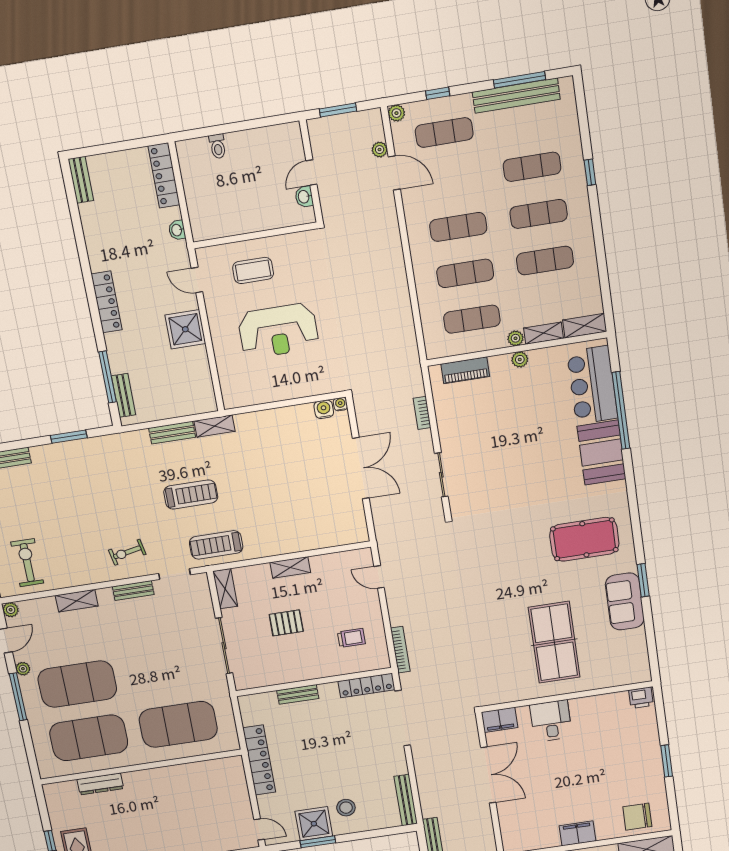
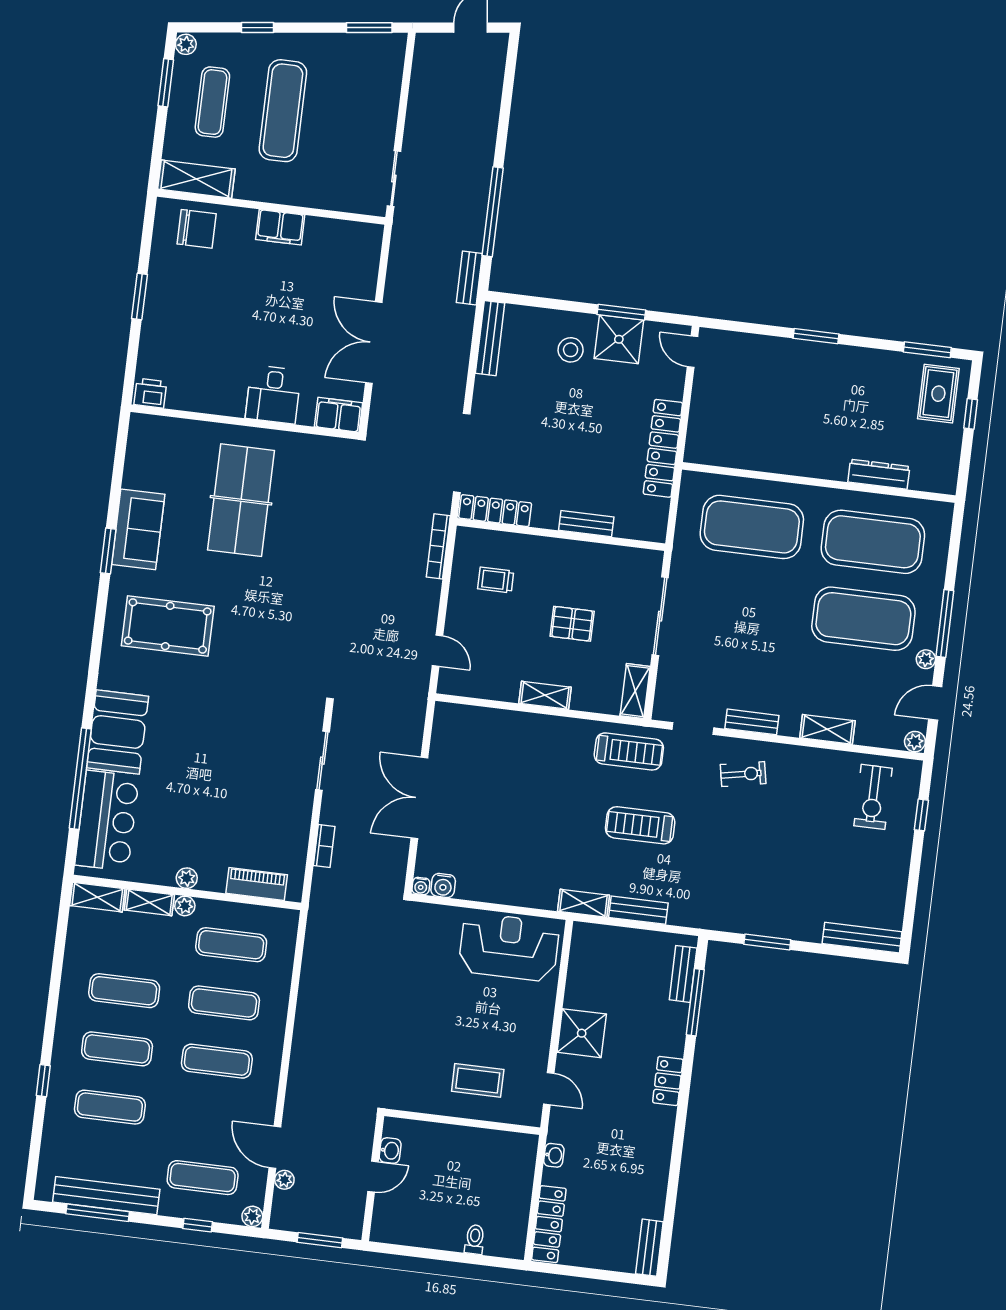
locker: (107, 302) -> (668, 1081), width x0.66
reception desk: (278, 331) -> (509, 947), moved

